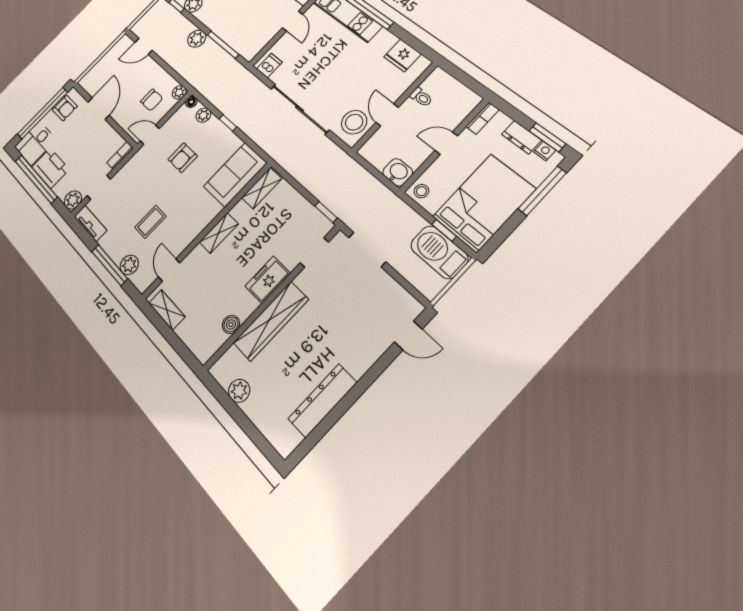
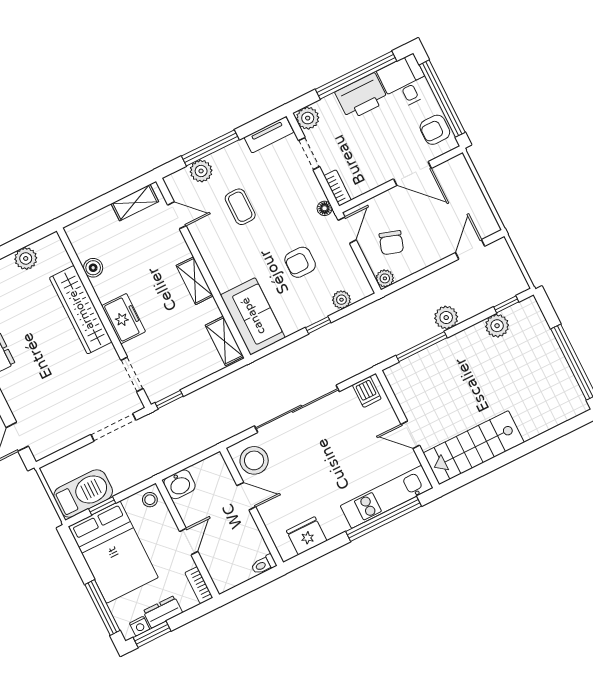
toilet: (421, 97) -> (264, 565), moved
chair: (152, 100) -> (391, 243), turned -72
floor lamp: (191, 102) -> (325, 208), moved
armchair: (183, 158) -> (300, 262), turned -90

